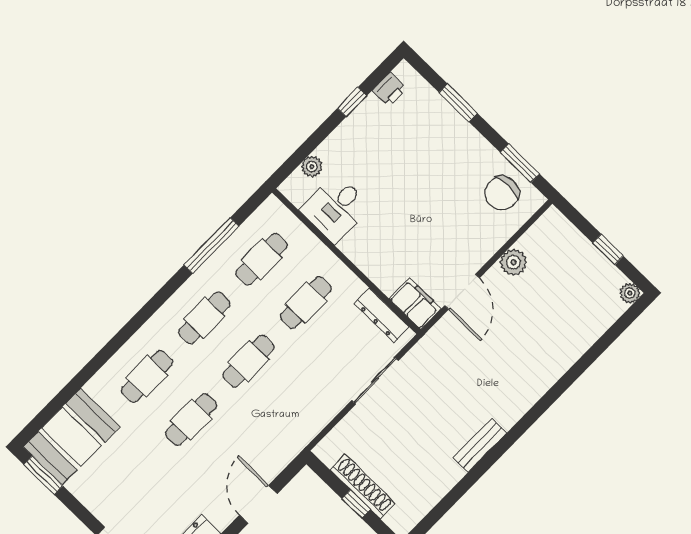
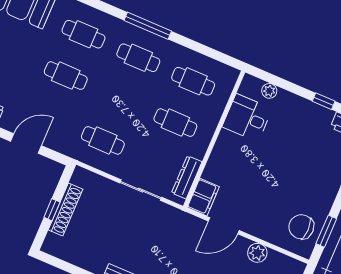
window: (211, 246) -> (148, 26), moved
cafe table: (248, 361) -> (103, 140), moved

